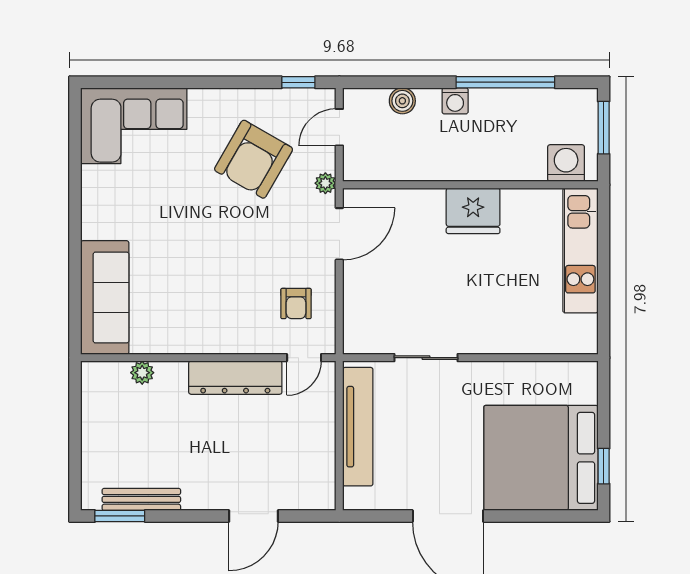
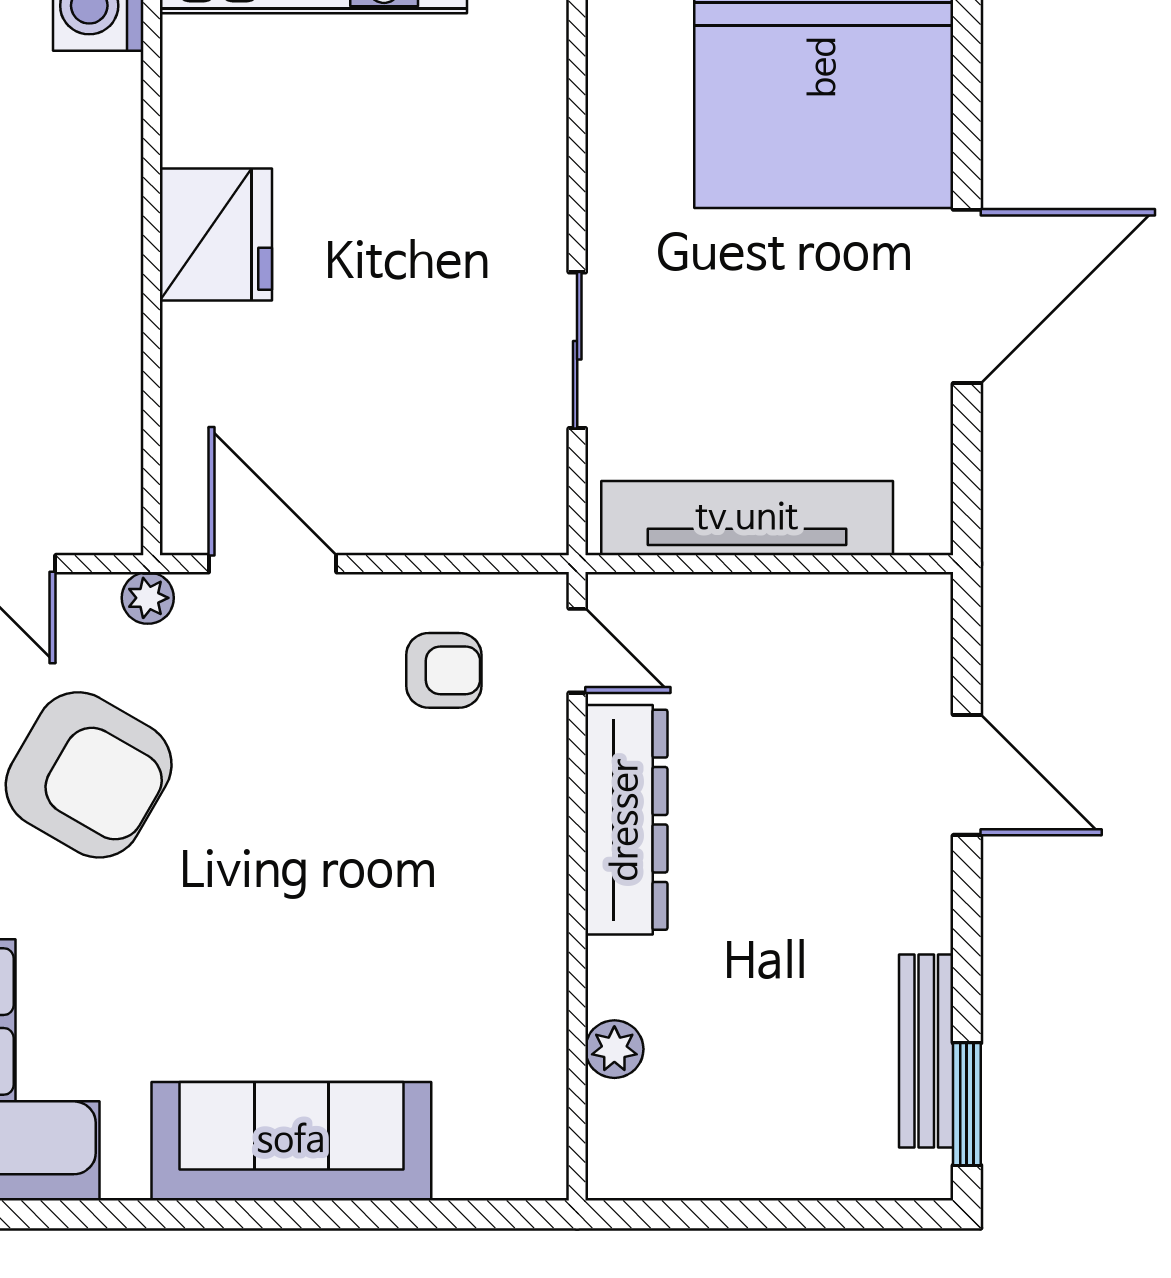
sofa: (105, 297) -> (291, 1141), moved

